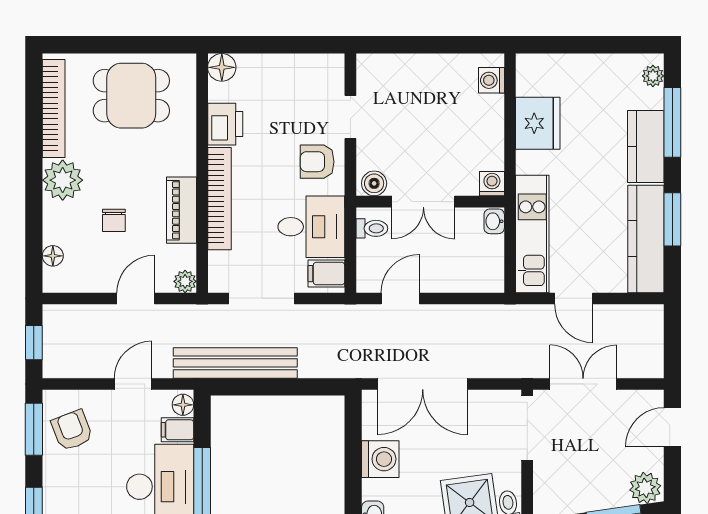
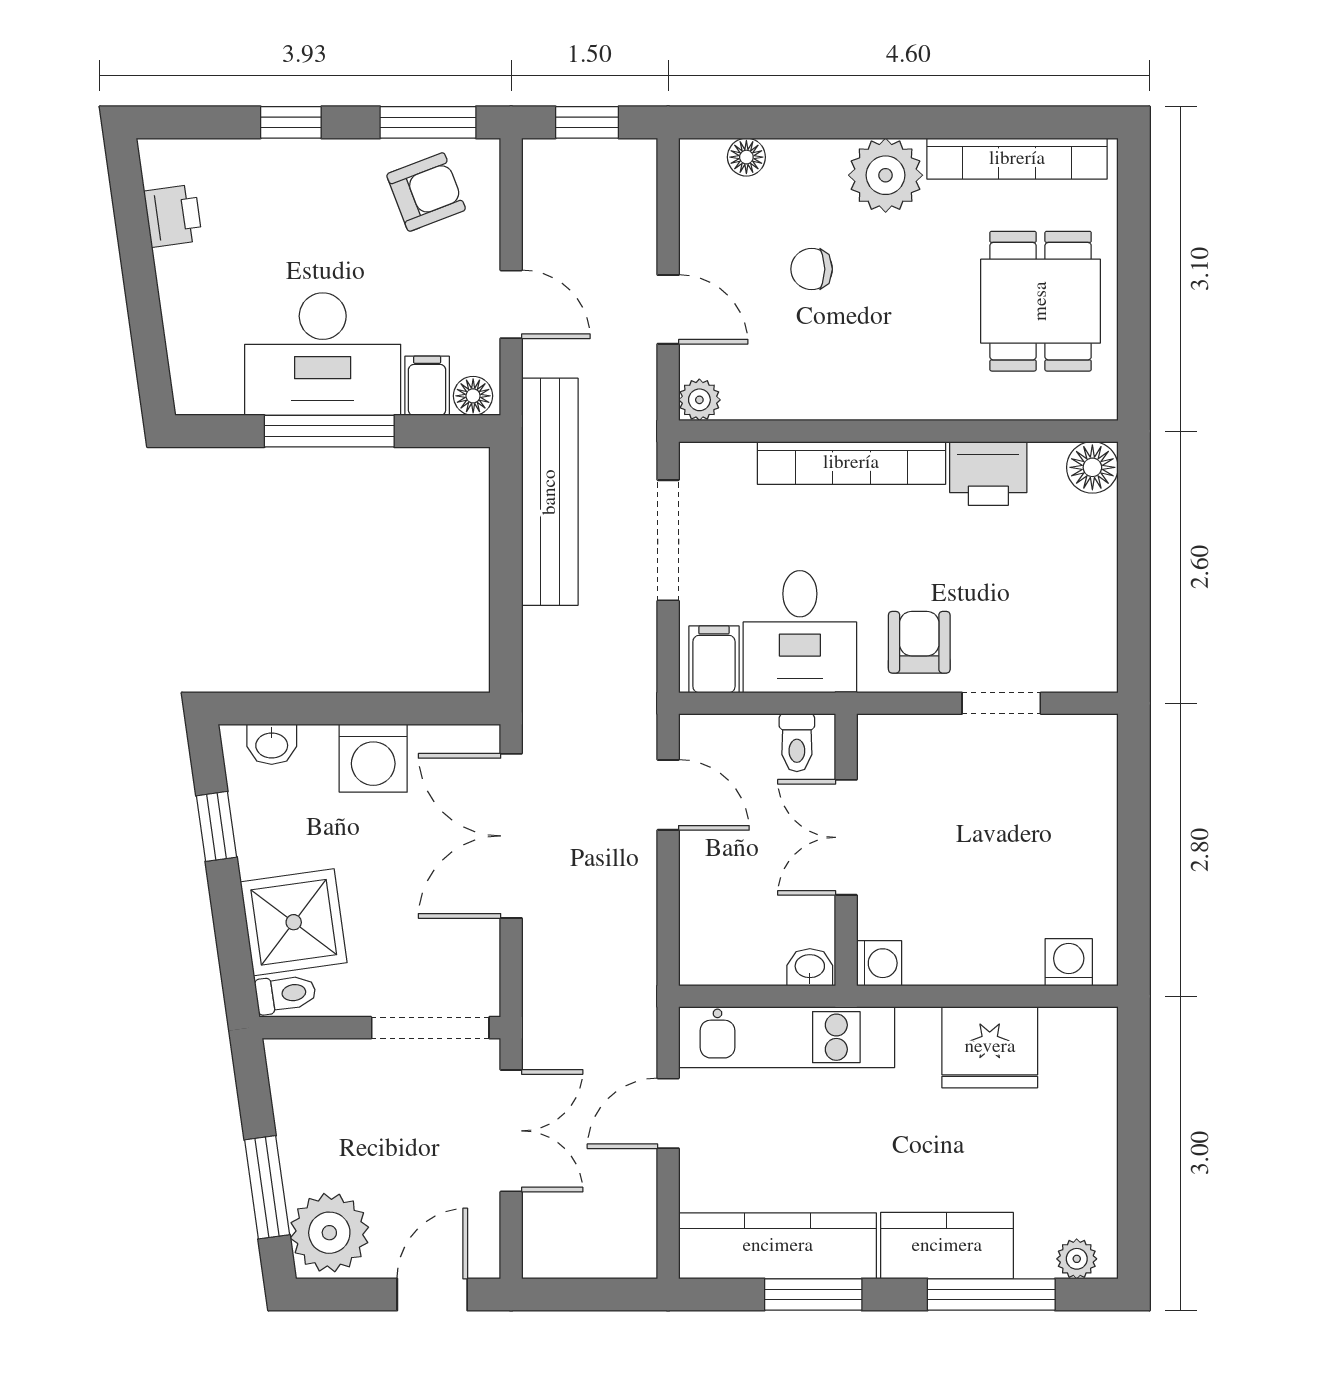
boiler: (374, 183) -> (879, 747), removed
piano: (182, 210) -> (830, 393), removed
door: (672, 427) -> (432, 1295), hinge flipped
plant: (645, 488) -> (329, 1233), width x1.36, depth x1.36

